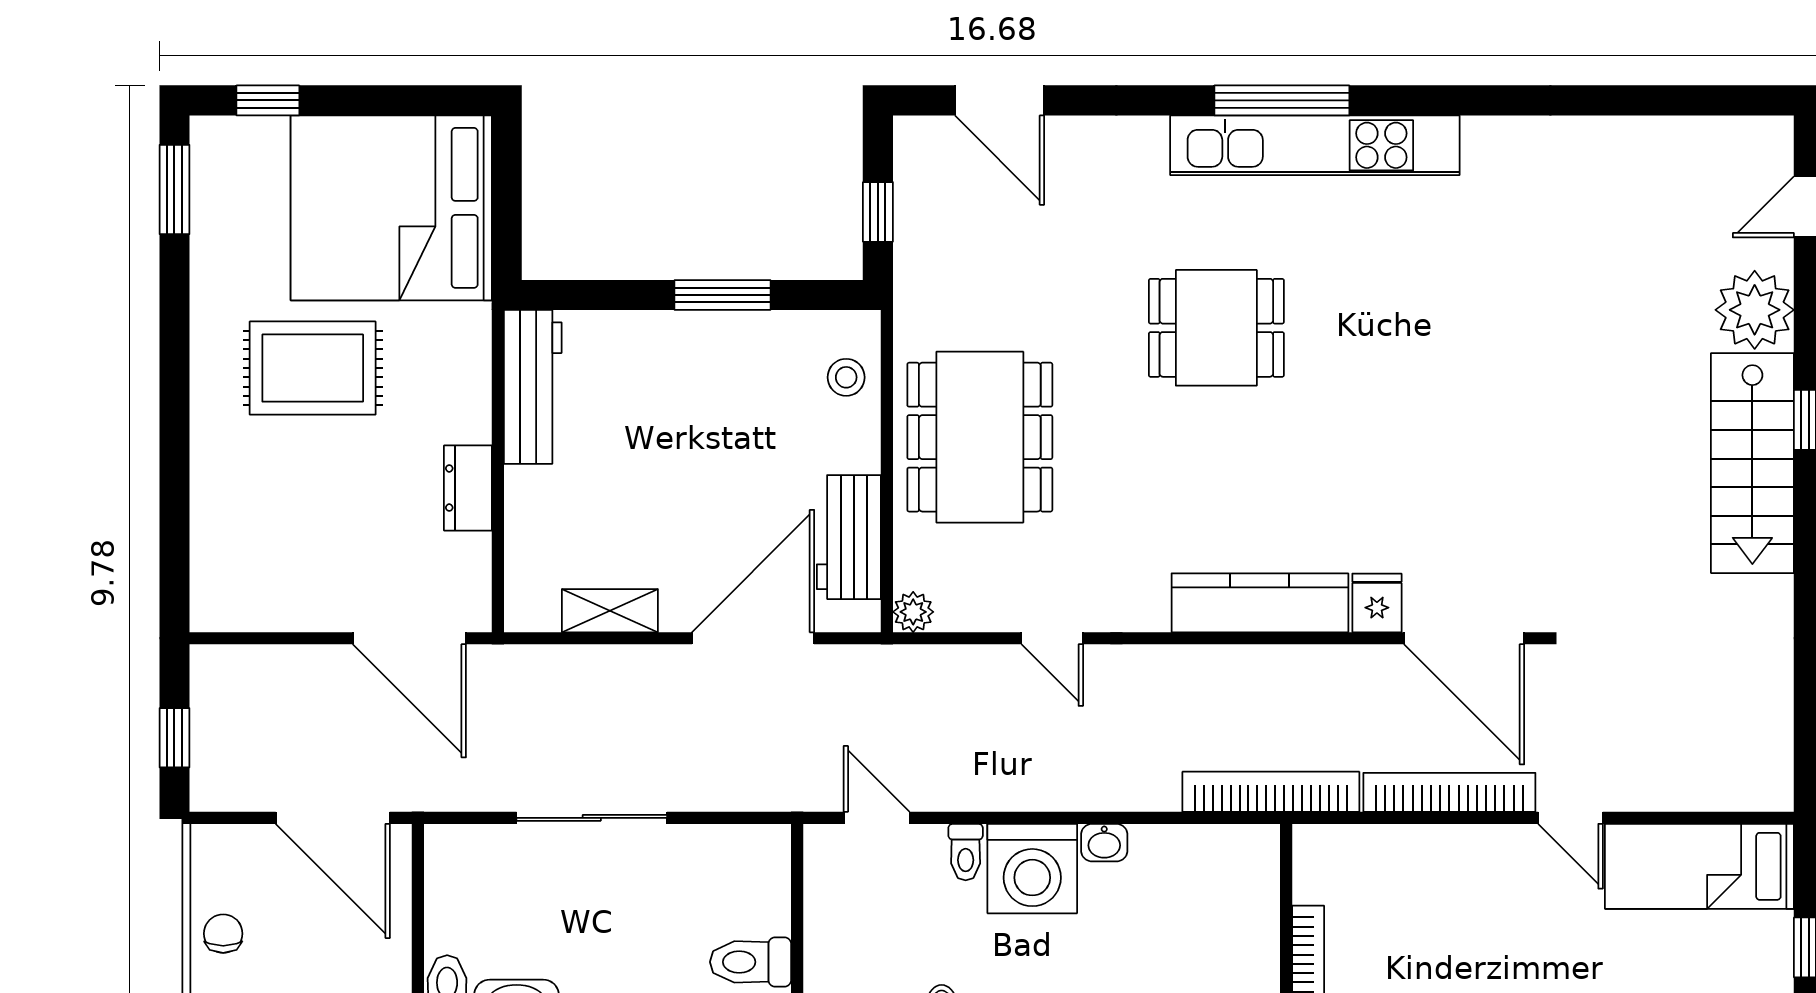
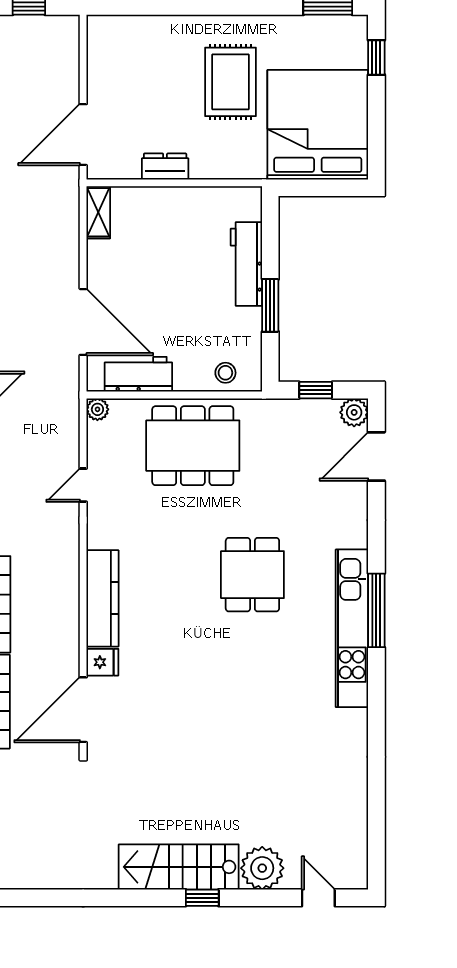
plant: (919, 141) -> (354, 412), added
workbench: (533, 387) -> (246, 264), moved, turned 90
shelving: (610, 611) -> (98, 212), moved

